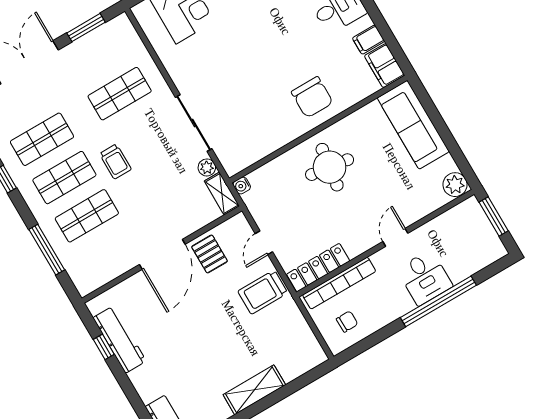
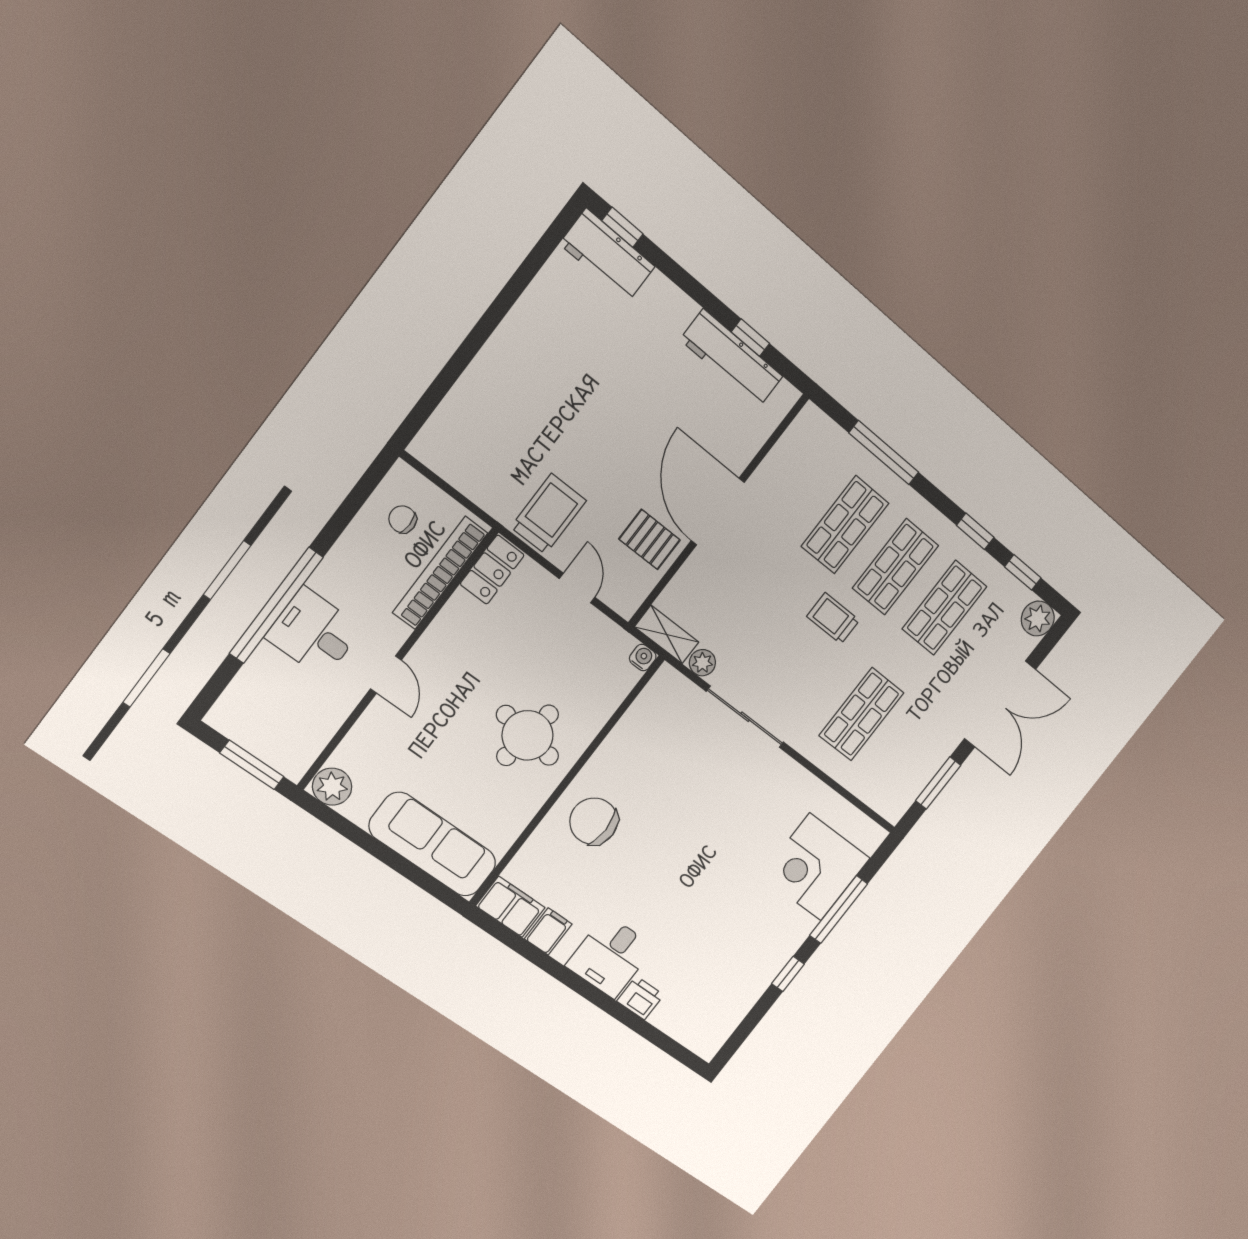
locker: (318, 268) -> (492, 570), width x0.66
chair: (347, 322) -> (403, 519), turned 91
shelving: (254, 390) -> (499, 357), removed

